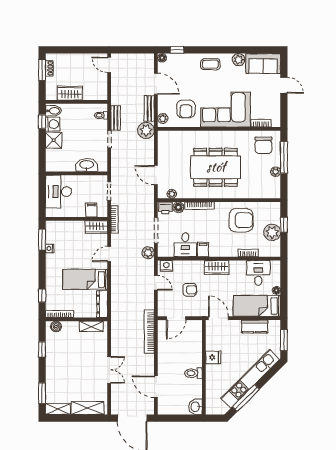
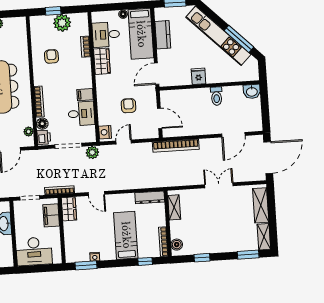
filing cabinet: (91, 210) -> (51, 215), width x2.00
armchair: (241, 220) -> (51, 56), width x0.53, depth x0.53
wardrobe: (217, 267) -> (102, 61), moved
bed: (85, 279) -> (126, 235), moved, turned 180

